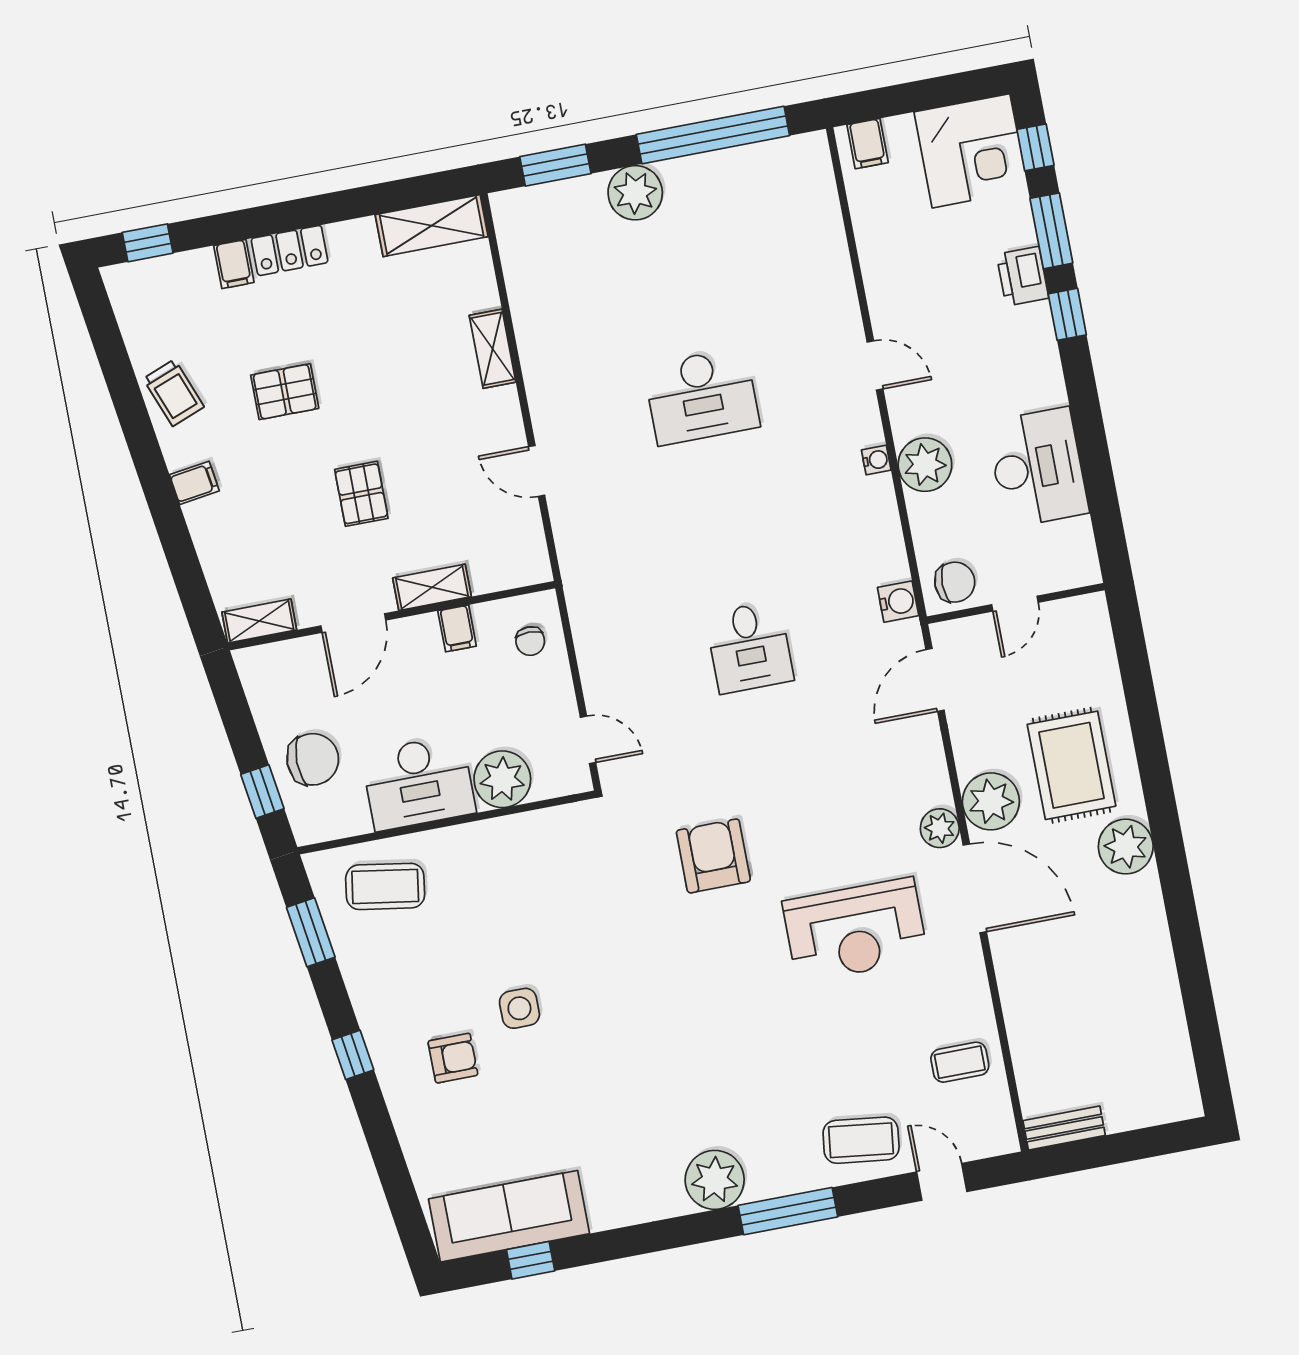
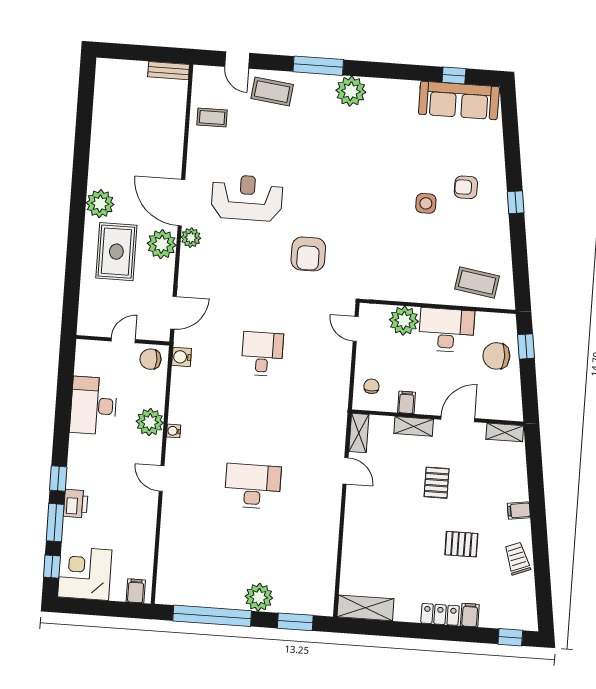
shelving: (493, 349) -> (359, 433), moved
window: (311, 932) -> (520, 269), removed

